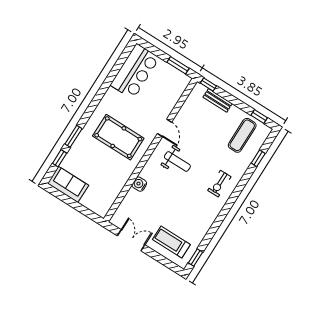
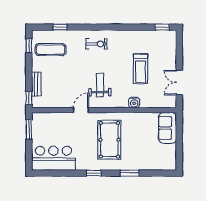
window: (60, 158) -> (94, 173), moved
sofa: (68, 184) -> (167, 128), moved
treadmill: (171, 242) -> (141, 69), moved

